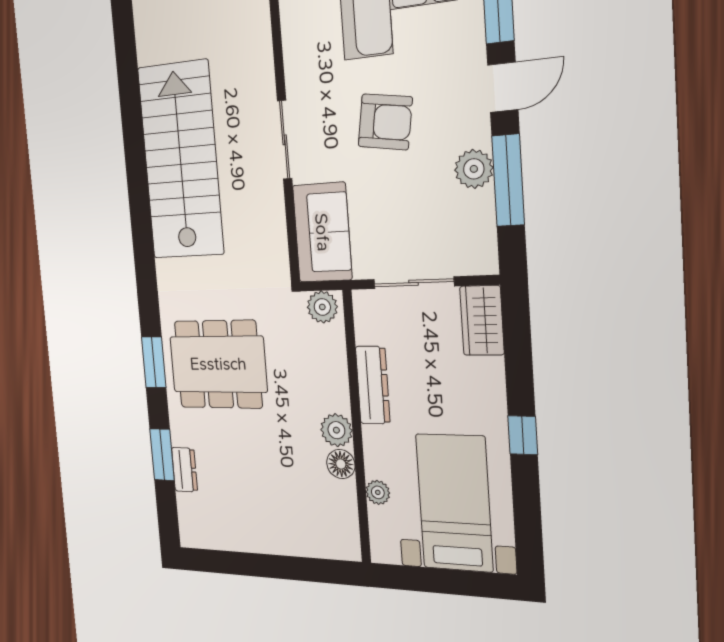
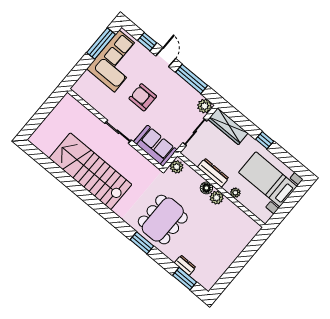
armchair: (385, 122) -> (143, 97), turned -99
plant: (474, 169) -> (205, 106), moved
wardrobe: (482, 320) -> (228, 126), width x1.50
window: (162, 455) -> (185, 279), moved
floor lamp: (341, 464) -> (206, 188), moved
plant: (378, 492) -> (235, 193), moved

